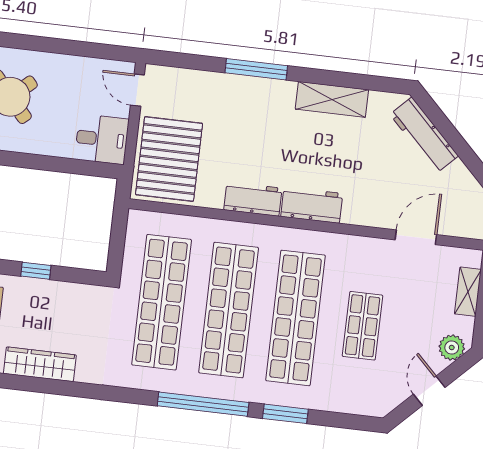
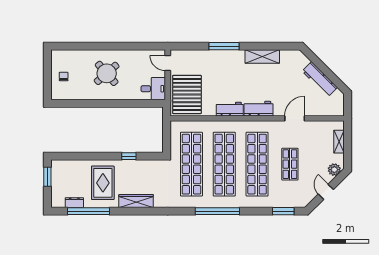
workbench: (424, 135) -> (320, 79), moved
door: (416, 237) -> (295, 118), moved
window: (285, 414) -> (283, 211), moved

